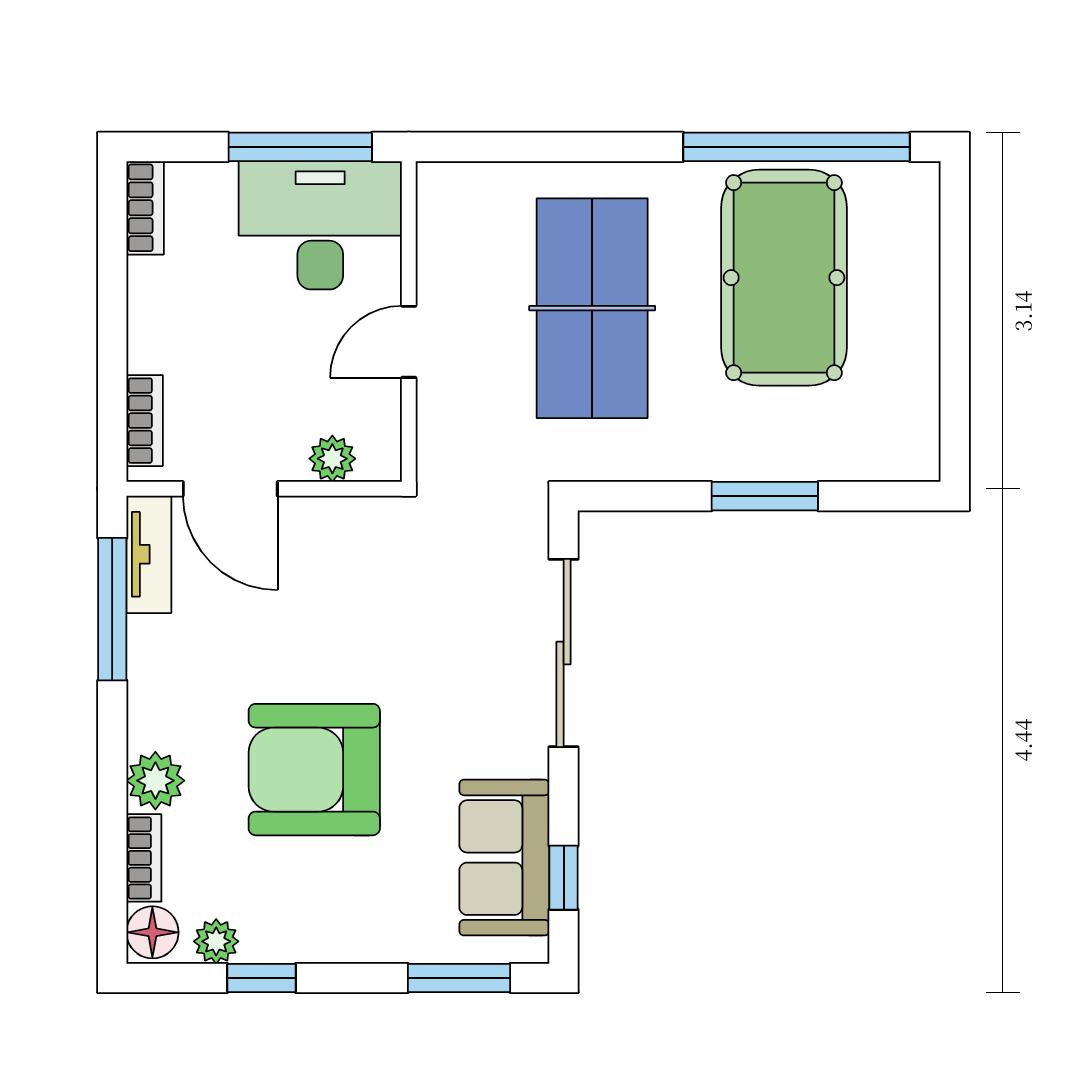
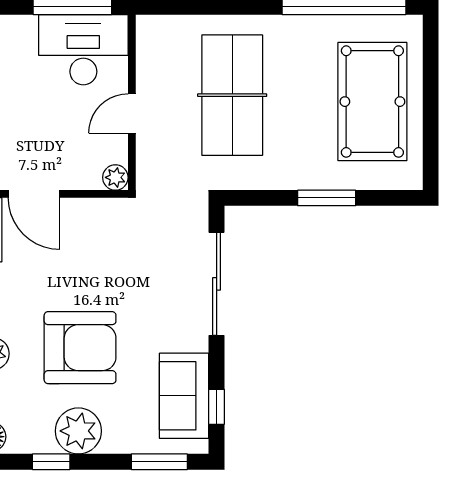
pool table: (784, 278) -> (372, 102), moved
plant: (332, 459) -> (115, 177), moved
armchair: (314, 770) -> (80, 348), turned 180
plant: (216, 941) -> (78, 431), moved, width x1.87, depth x1.87

